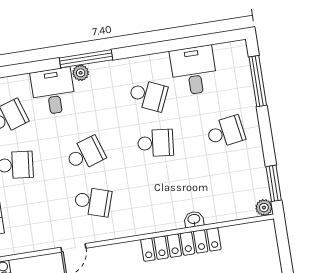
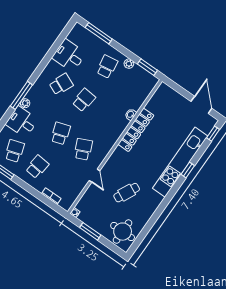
school desk: (93, 202) -> (83, 149), turned -42
plant: (264, 208) -> (129, 64), moved

